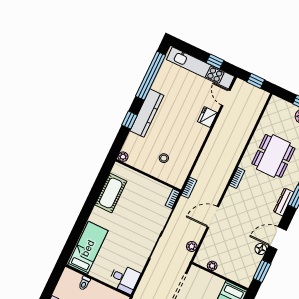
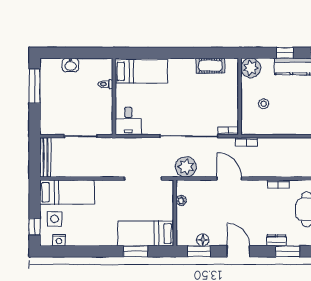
plant: (123, 157) -> (251, 68), width x1.88, depth x1.88
cot: (111, 193) -> (210, 66), width x0.73, depth x0.75
dresser: (284, 202) -> (276, 240), width x0.70
plant: (192, 246) -> (186, 167), width x1.88, depth x1.88
floor lamp: (261, 249) -> (203, 240), moved

